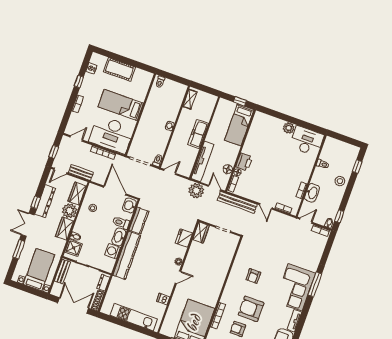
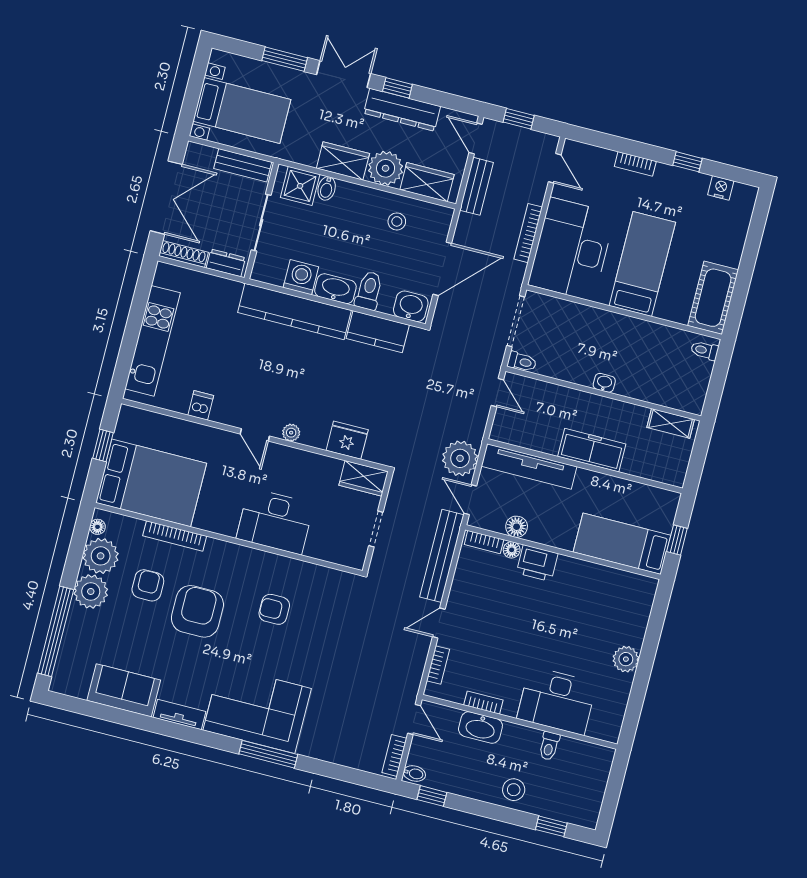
cot: (120, 69) -> (713, 298), moved
desk: (307, 141) -> (557, 701), moved, turned 90
door: (214, 188) -> (470, 500), swing flipped
desk: (216, 272) -> (275, 521), added

